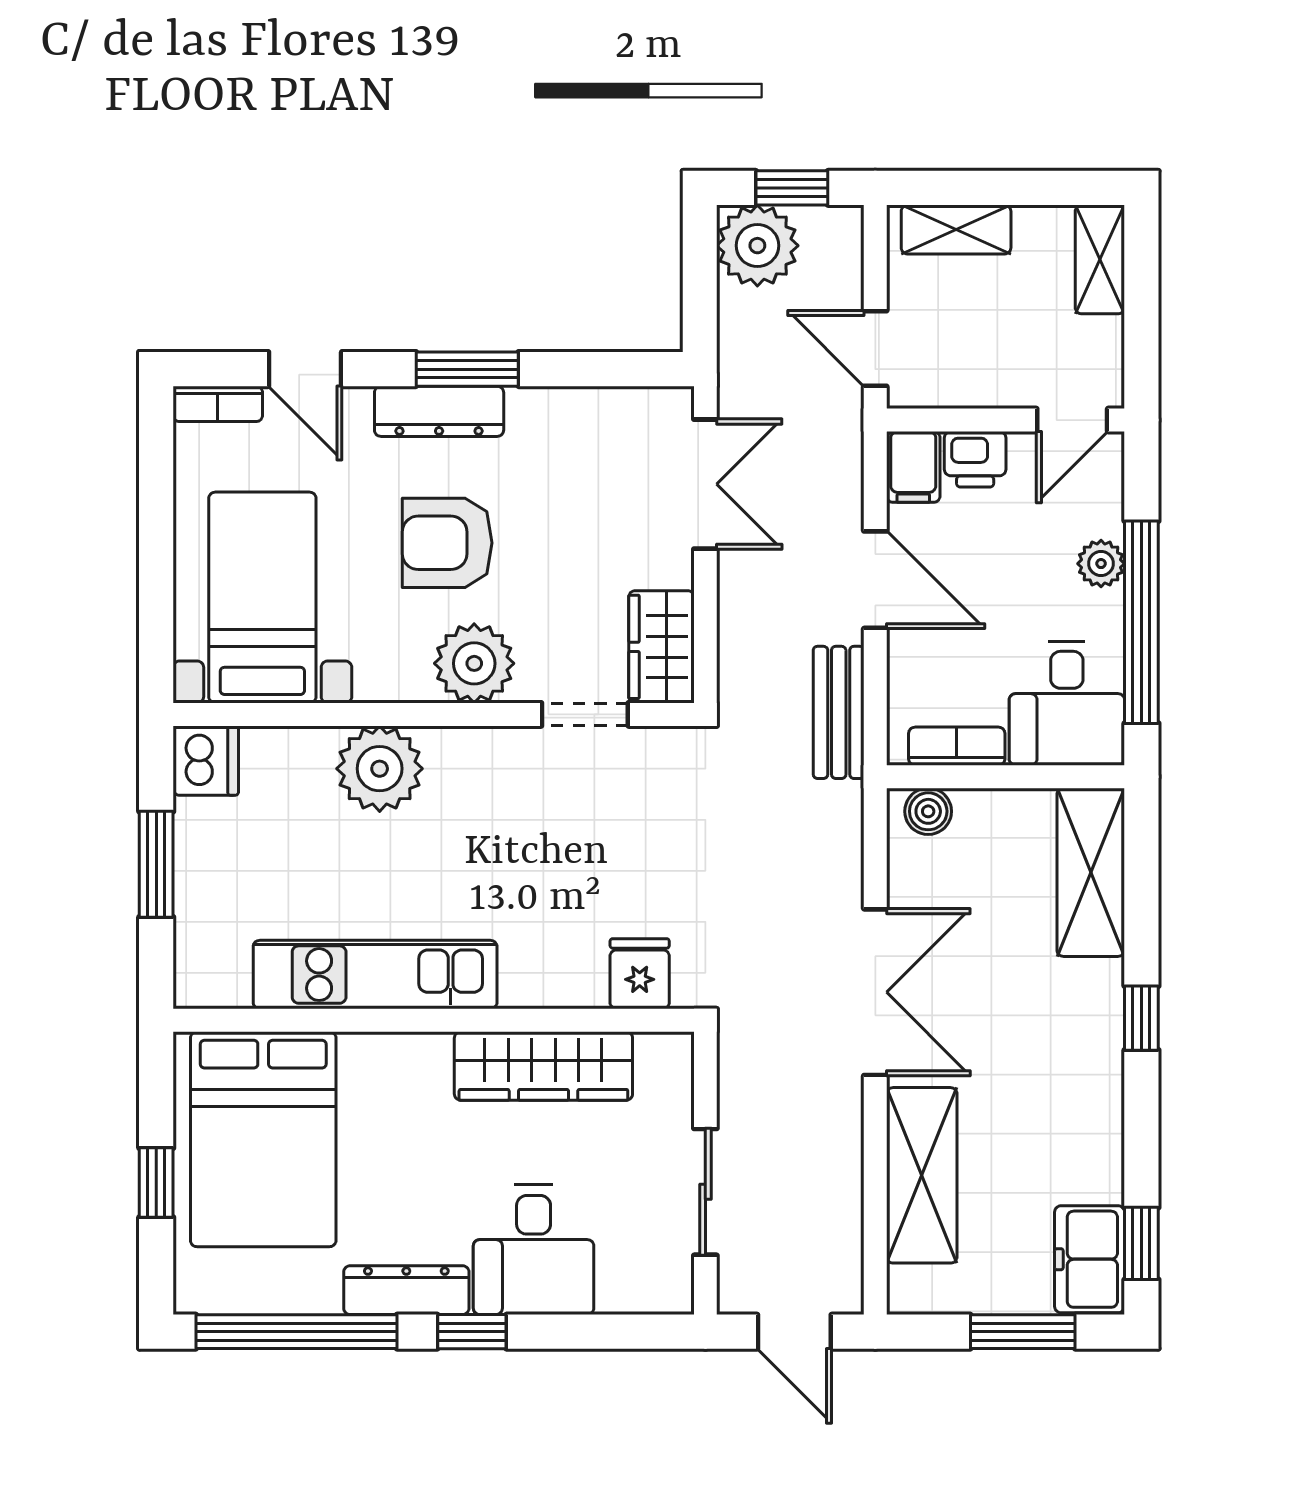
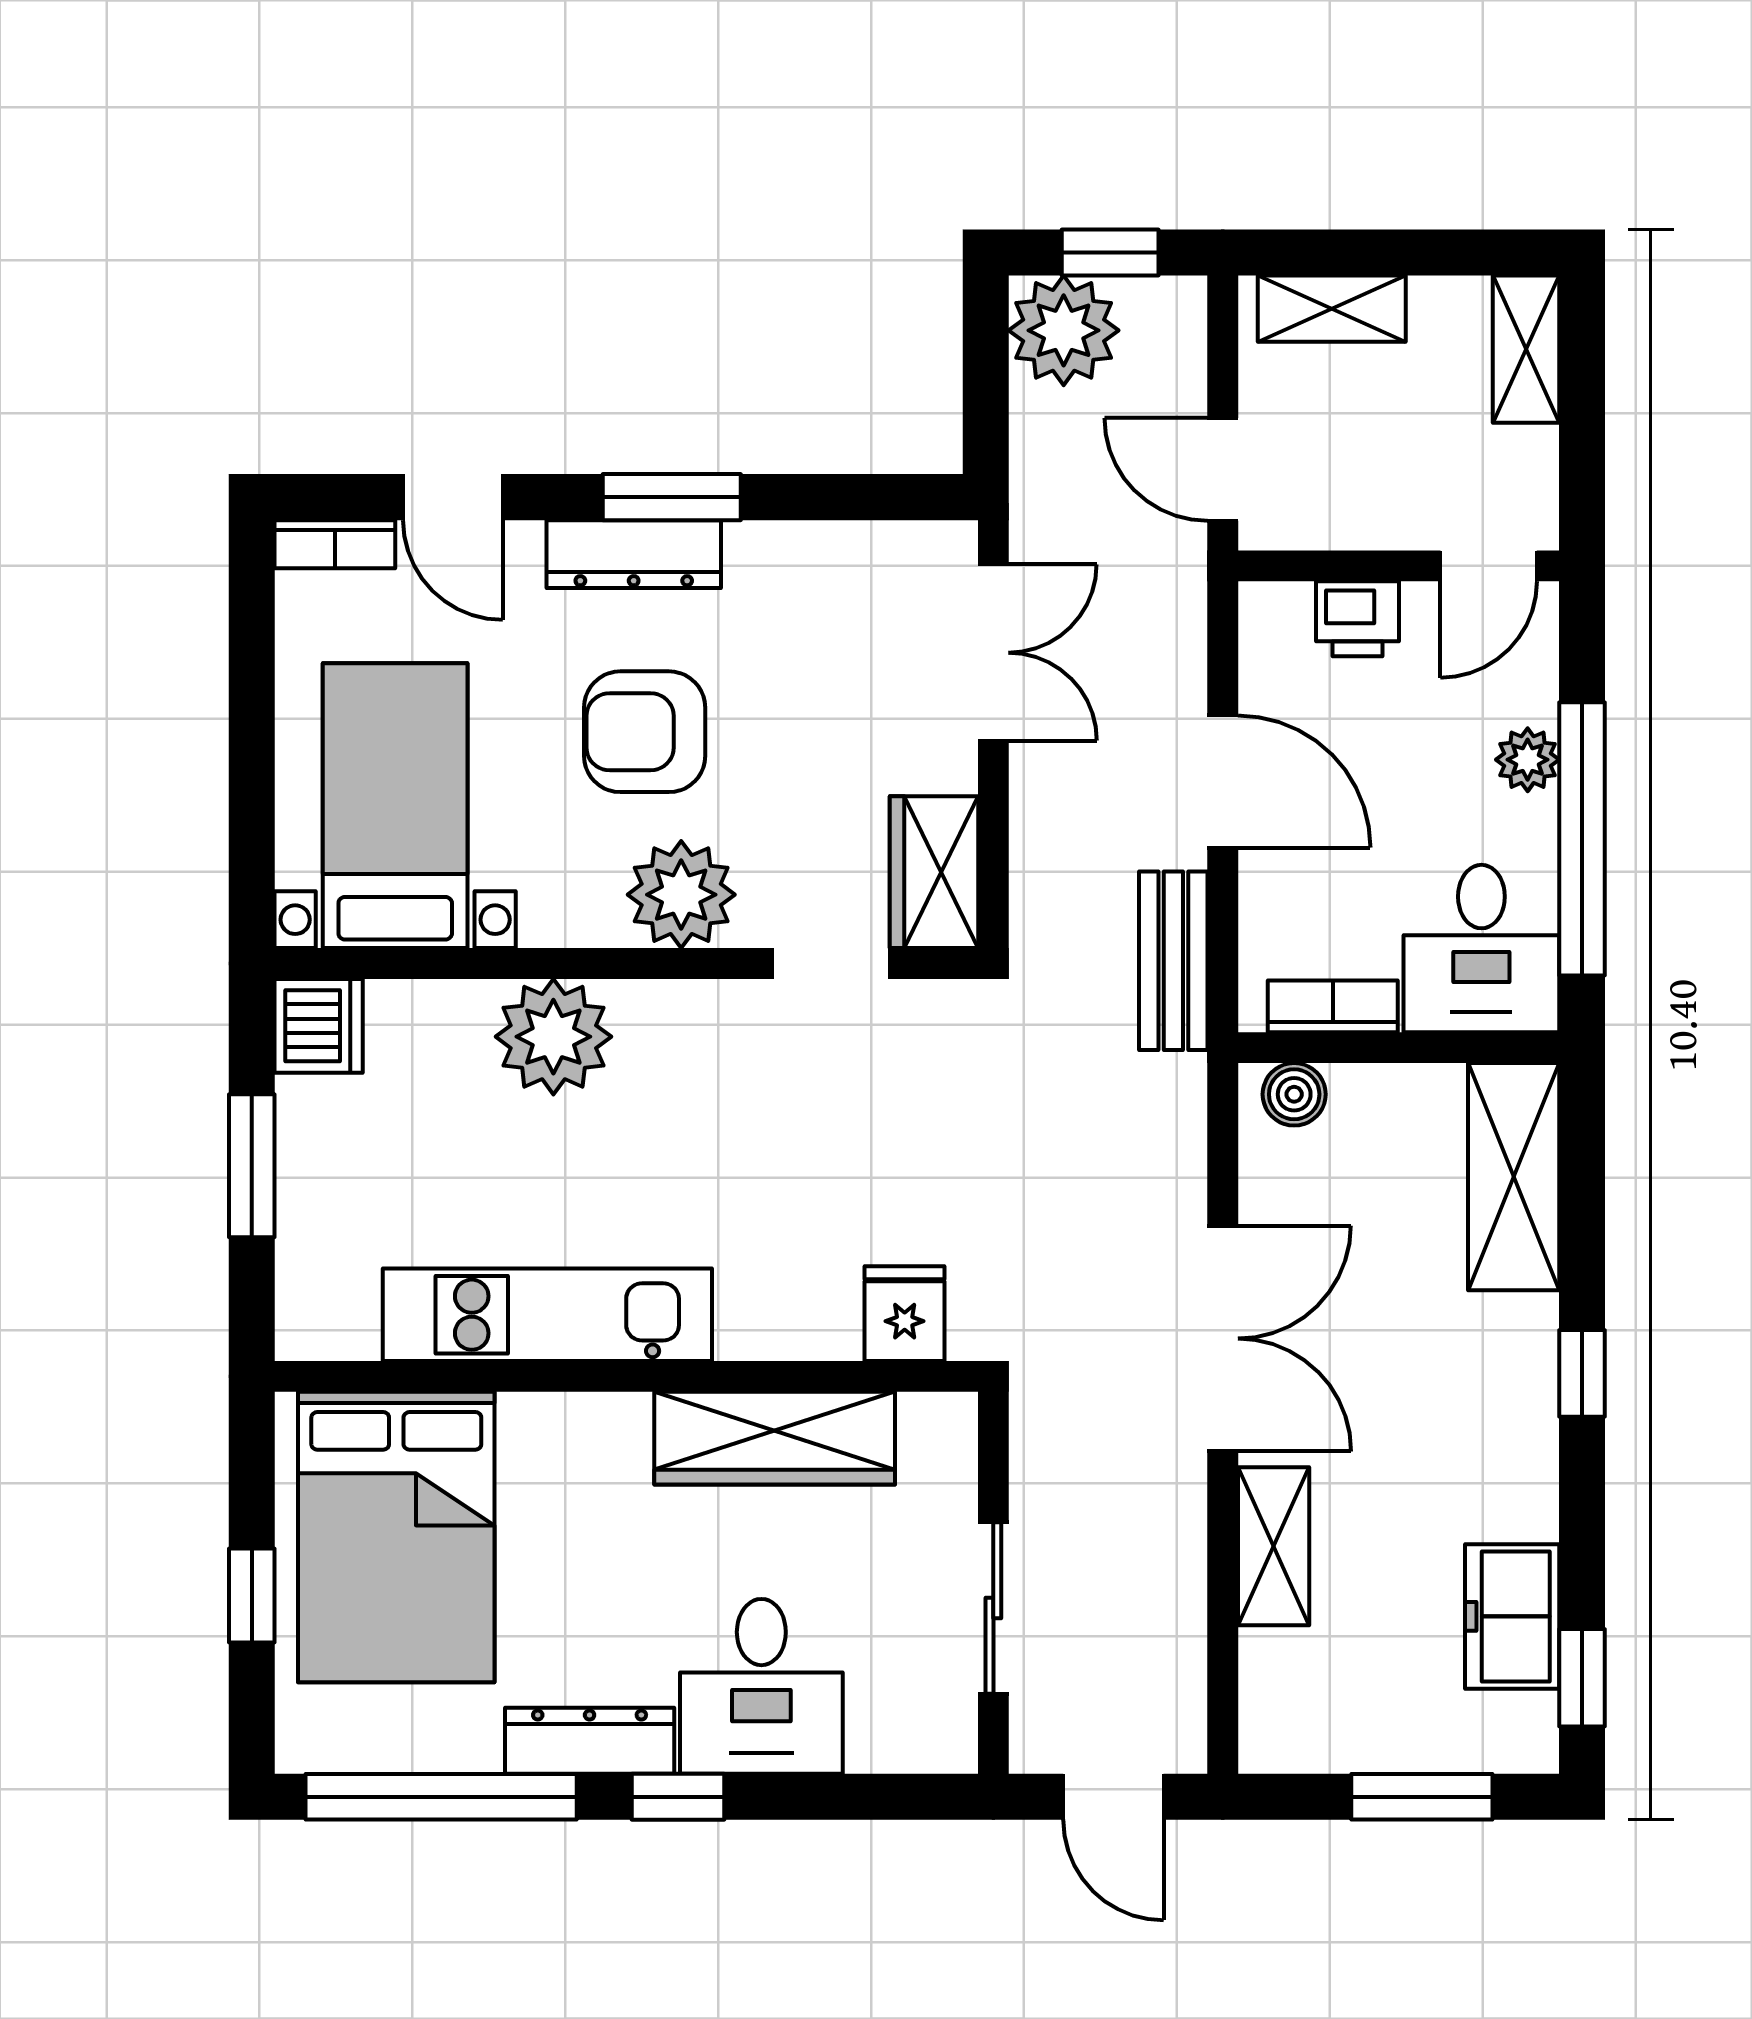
filing cabinet: (913, 467) -> (1274, 629), removed
shelving: (922, 1175) -> (1274, 1546), width x0.67, depth x0.75
freezer: (1090, 1259) -> (1512, 1616), moved

